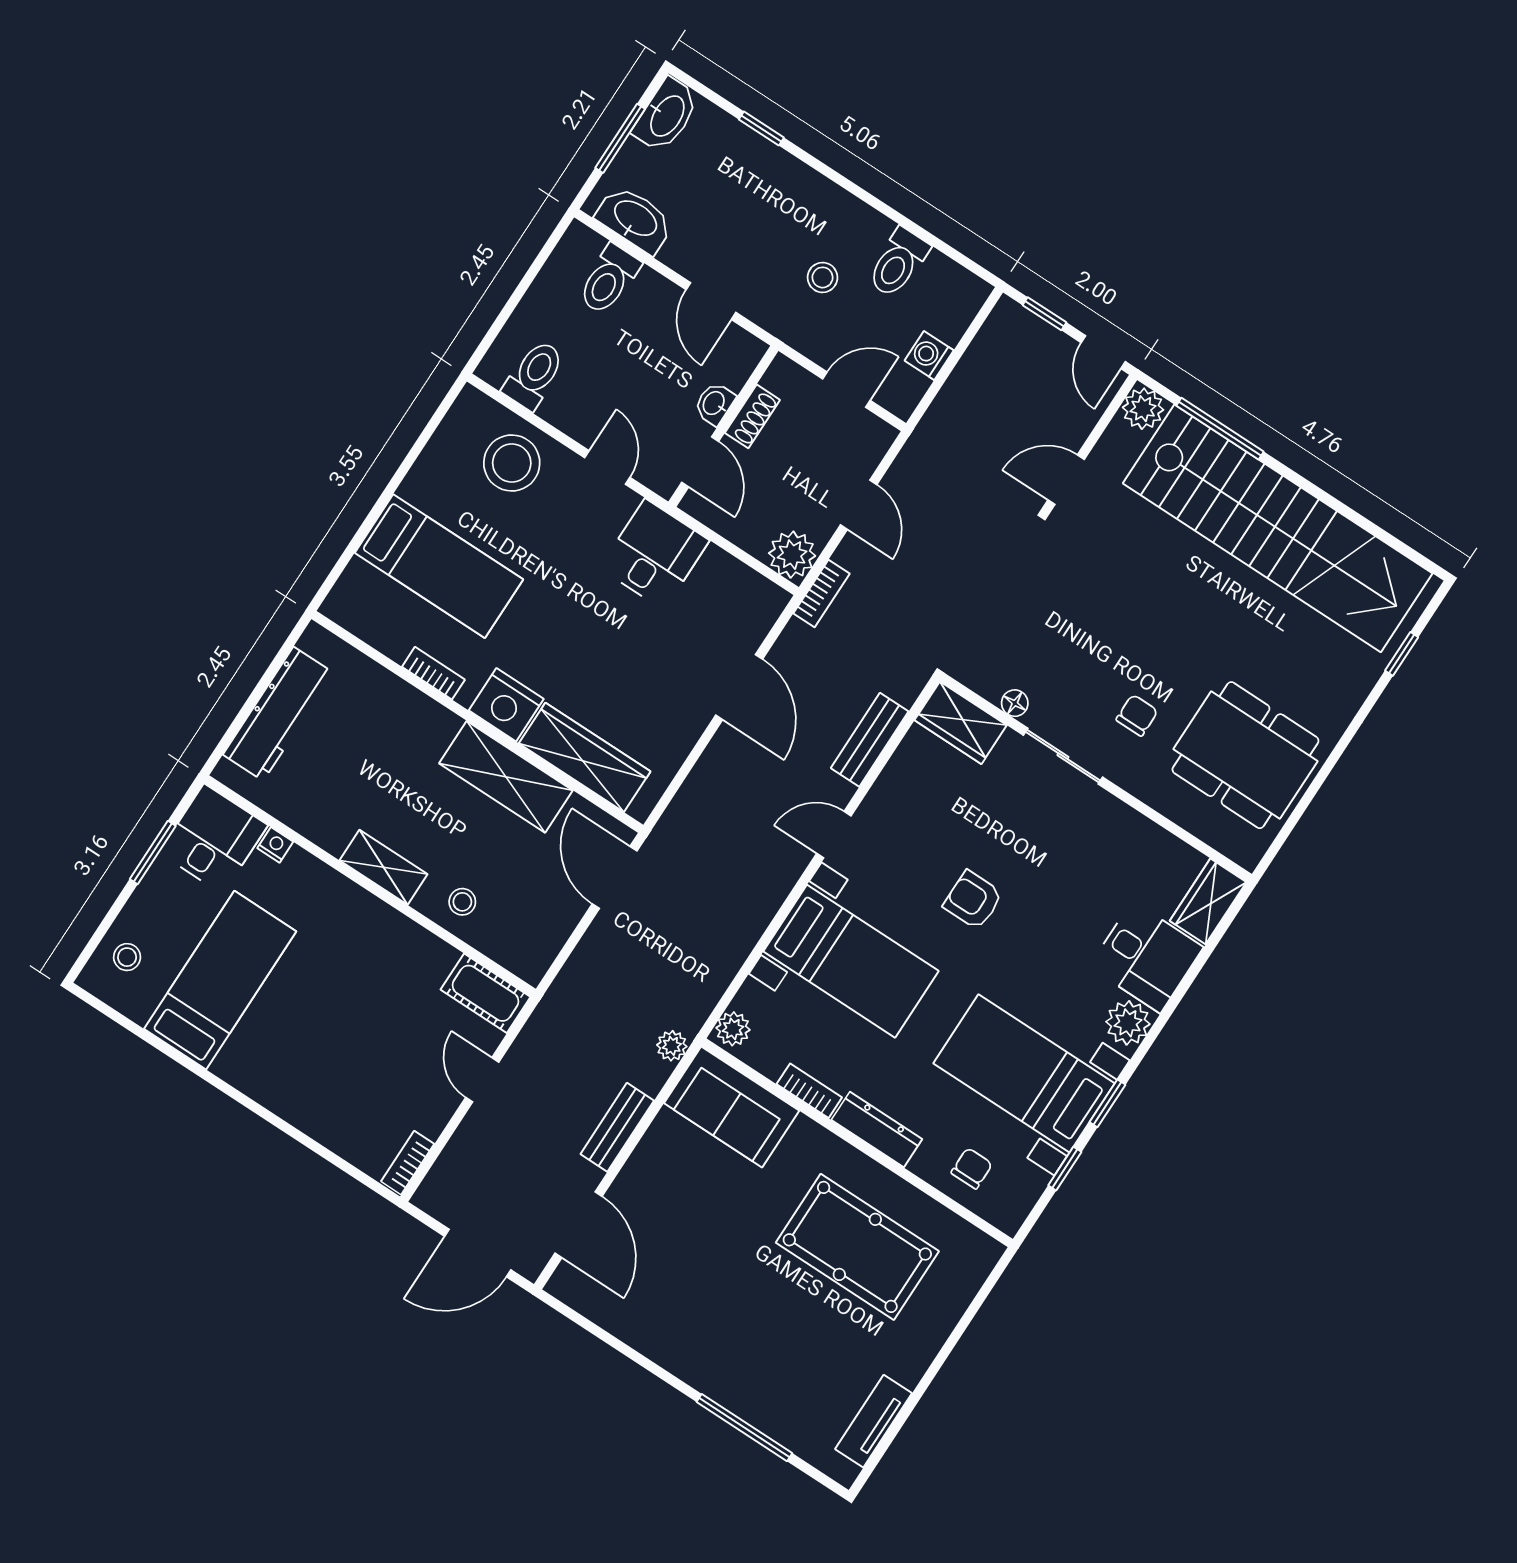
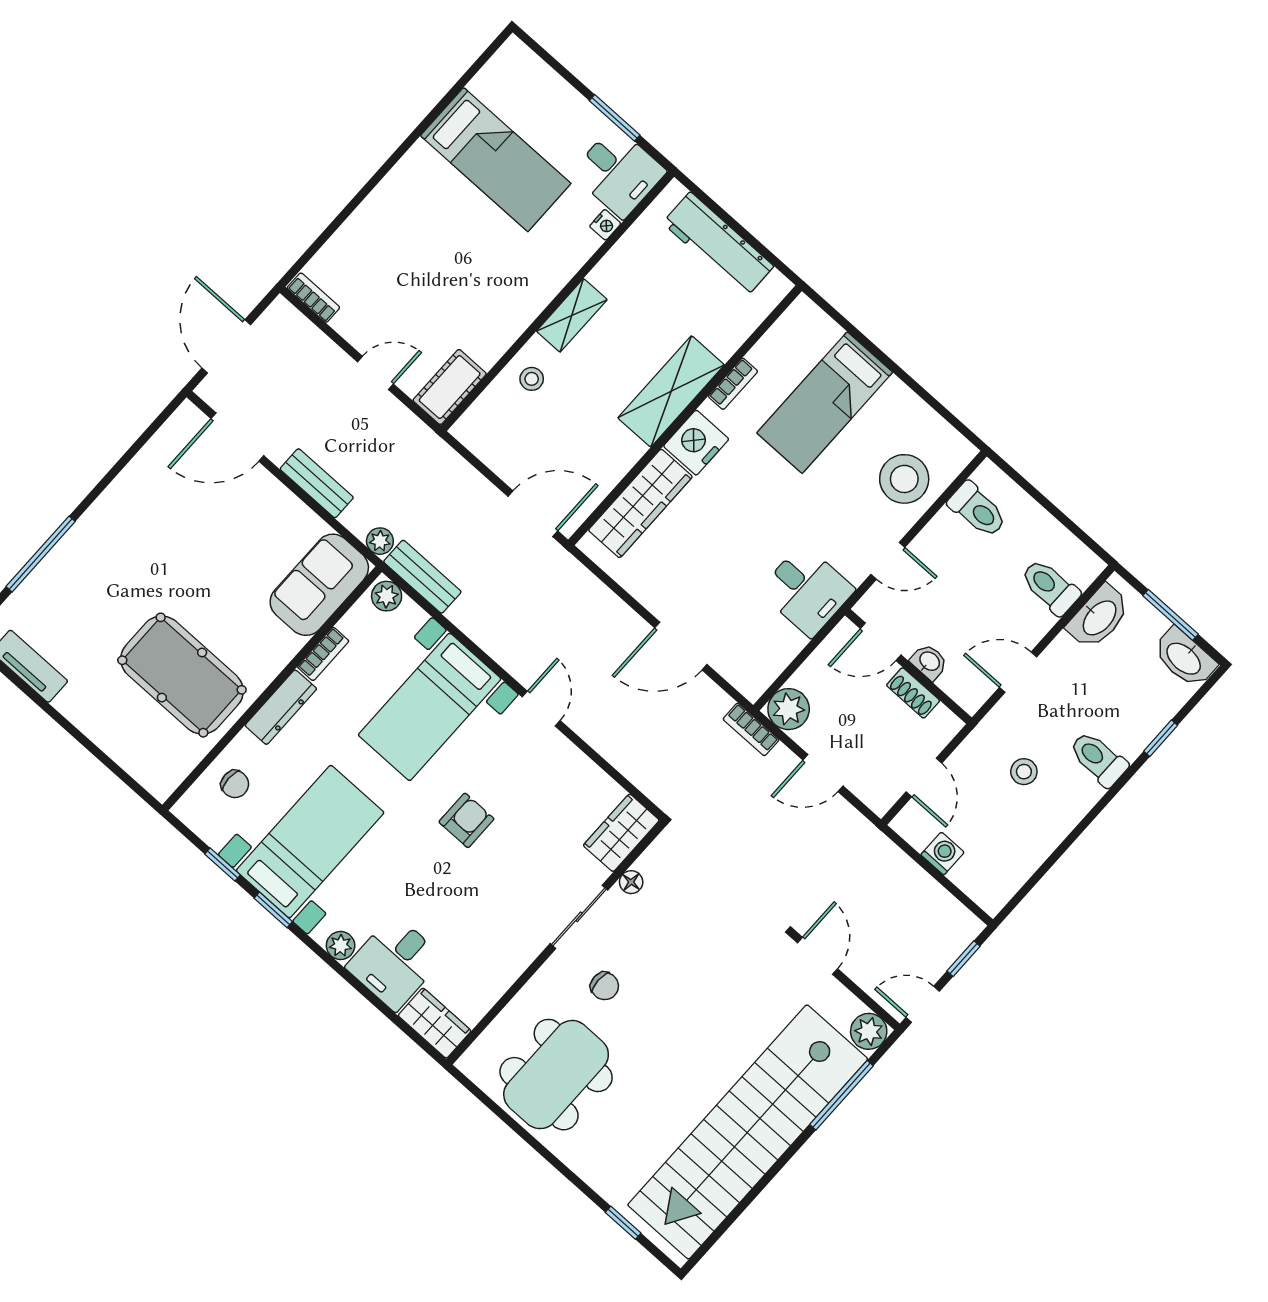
toilet: (898, 263) -> (1098, 759), moved
bench: (870, 740) -> (422, 577), moved
shelving: (506, 777) -> (671, 391), moved
stool: (127, 957) -> (528, 82), removed
plant: (1128, 1023) -> (341, 946), width x0.73, depth x0.73
pool table: (857, 1247) -> (182, 675), turned 90

